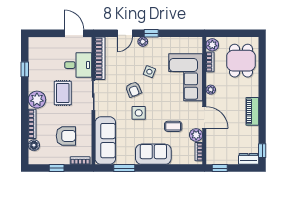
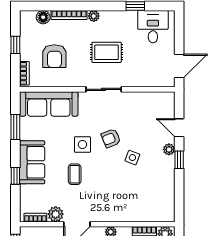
bookcase: (100, 58) -> (149, 97), removed
desk: (78, 65) -> (153, 27), moved, turned 180
corner sofa: (186, 77) -> (126, 202), removed
plant: (37, 100) -> (94, 16), width x0.53, depth x0.53
coffee table: (173, 126) -> (75, 174), moved
window: (164, 168) -> (15, 176), added

